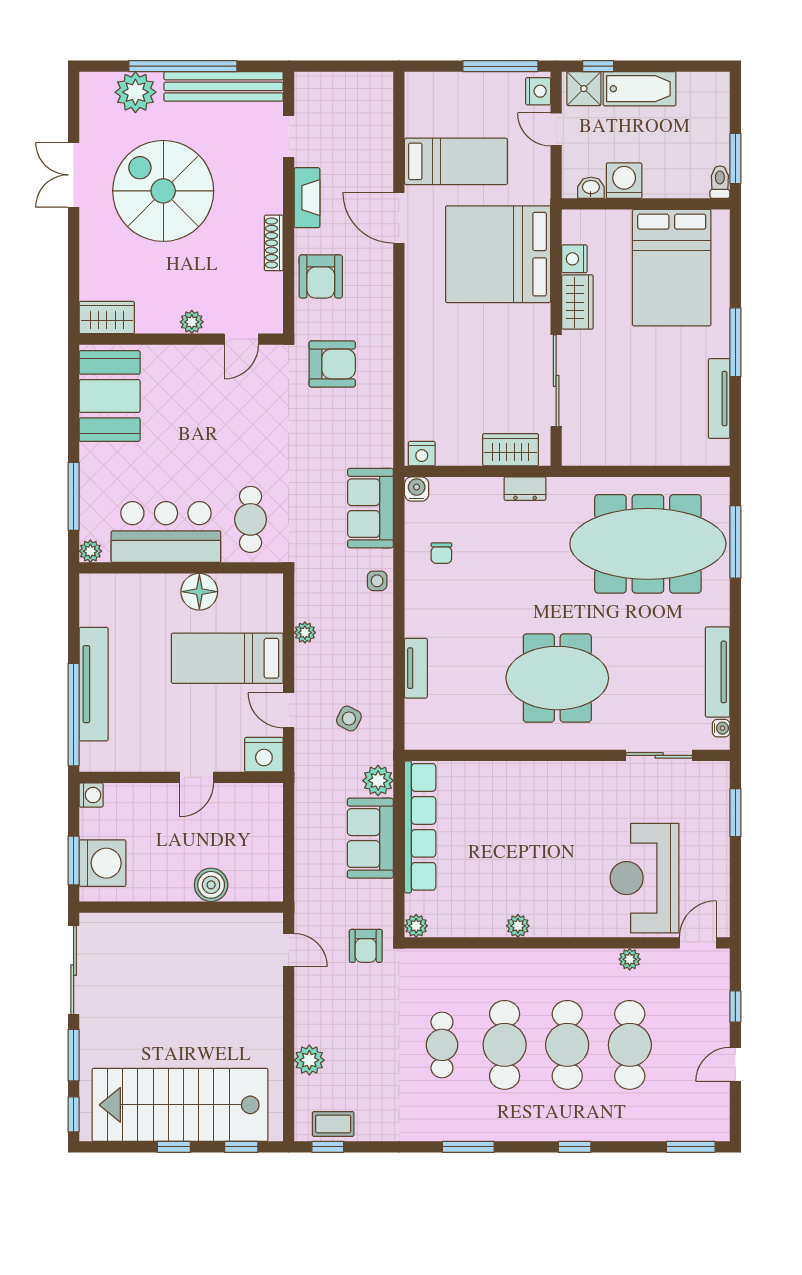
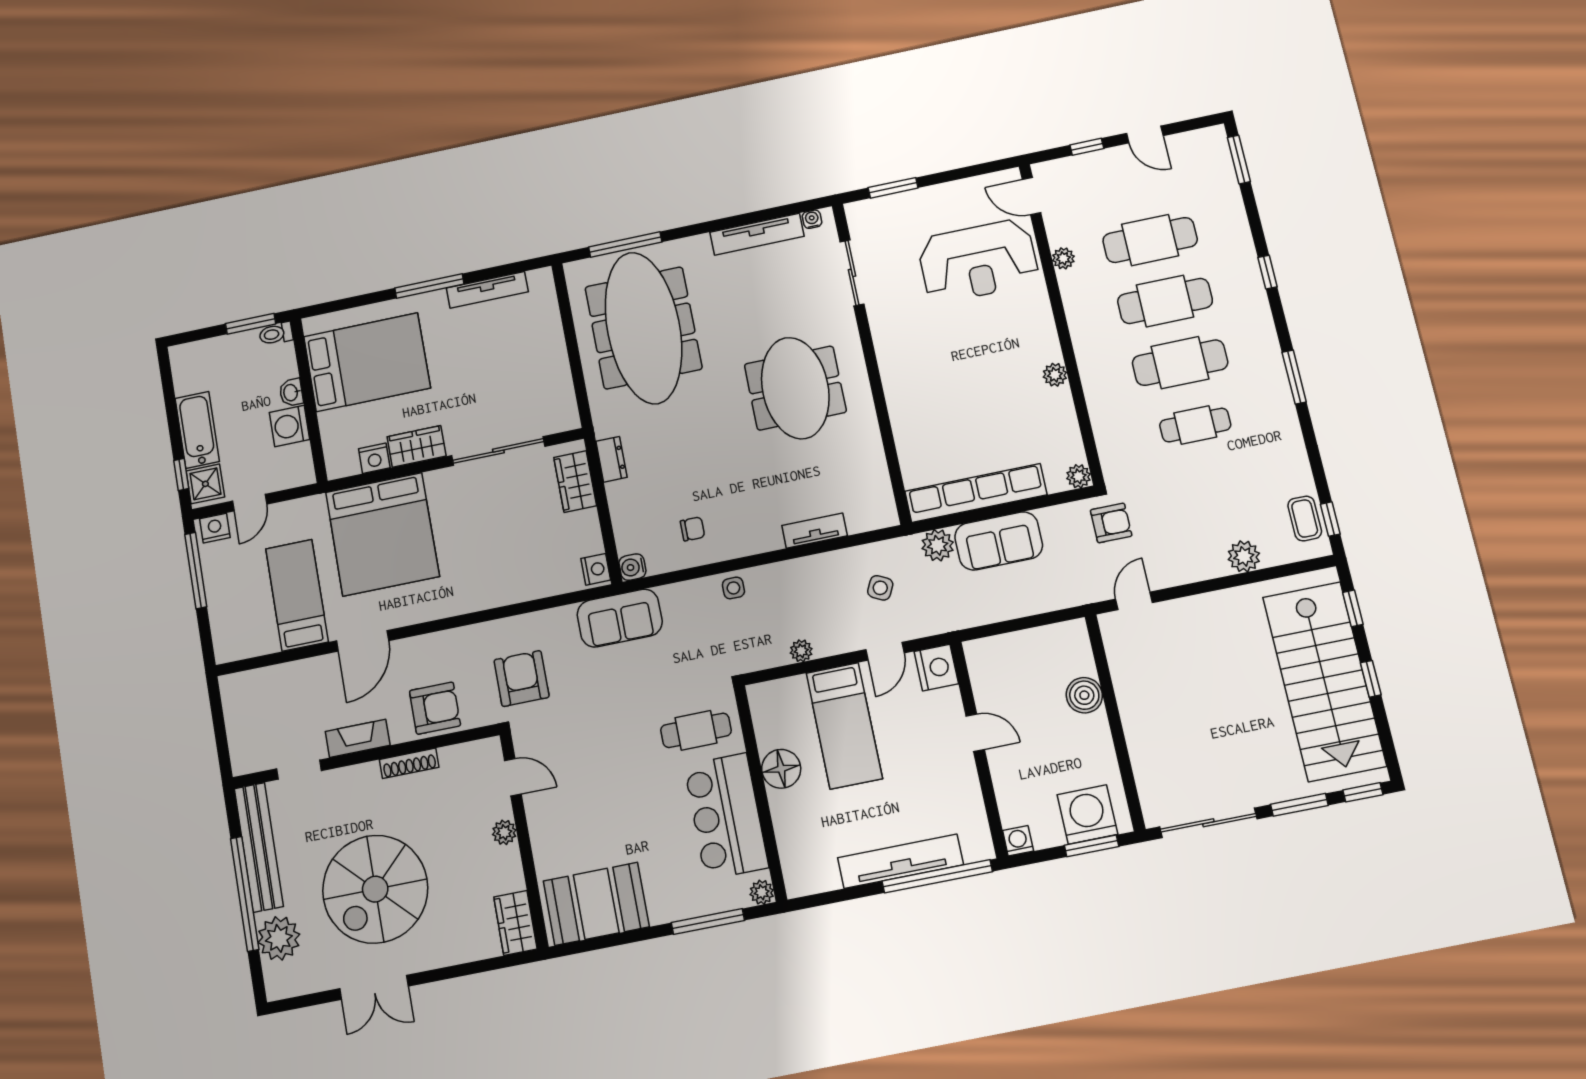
washbasin: (591, 188) -> (291, 392), moved
sofa: (370, 508) -> (620, 618), moved

